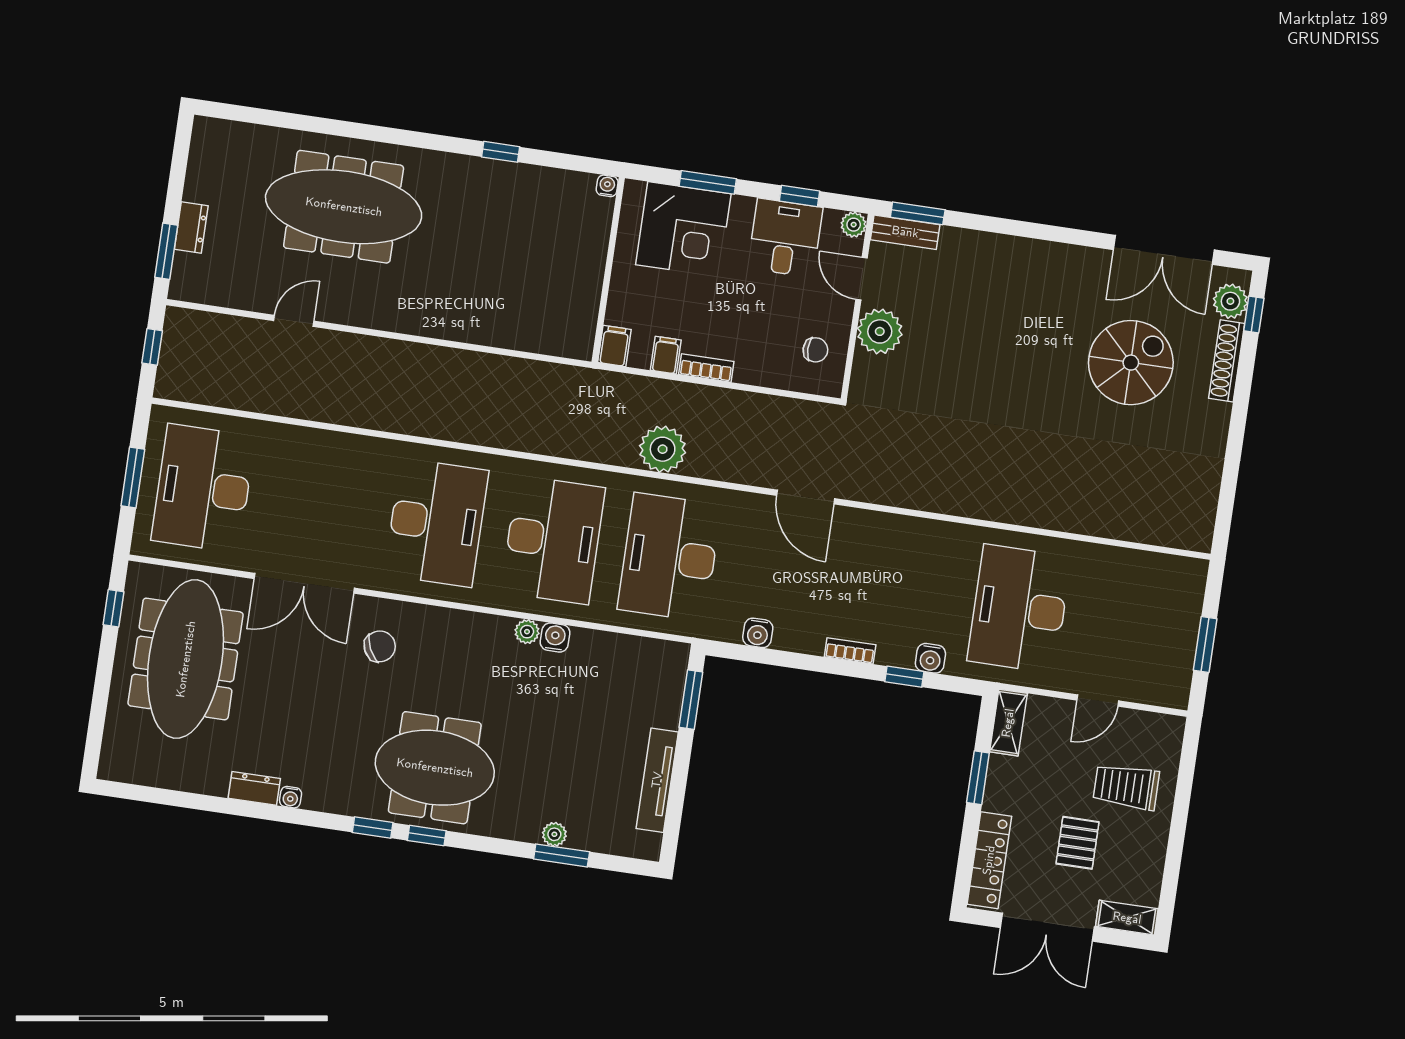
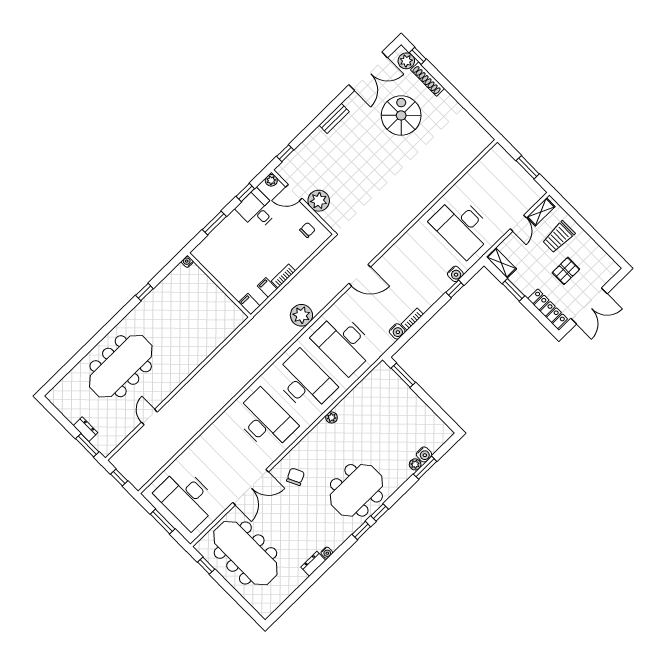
window: (918, 213) -> (285, 153), width x0.67
corner desk: (683, 229) -> (225, 245), removed
bench: (905, 232) -> (334, 118), moved
water cooler: (555, 638) -> (424, 454), moved, turned 180
bookcase: (850, 651) -> (412, 319), moved
tv unit: (657, 780) -> (424, 411), removed
pallet: (1077, 843) -> (566, 271), turned 90
shelving: (1127, 918) -> (541, 212), moved

